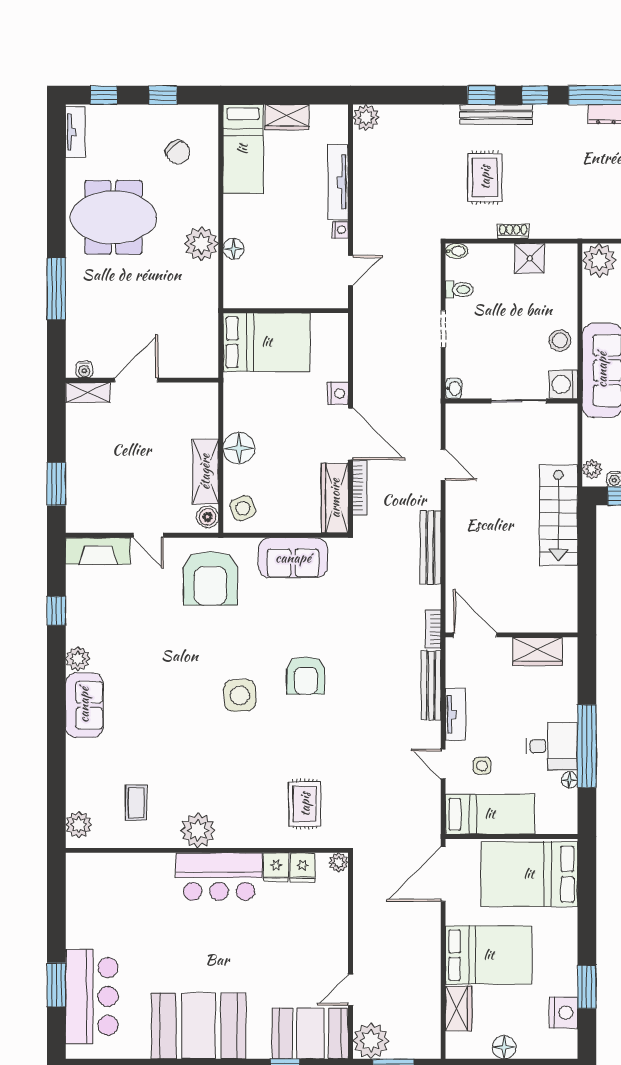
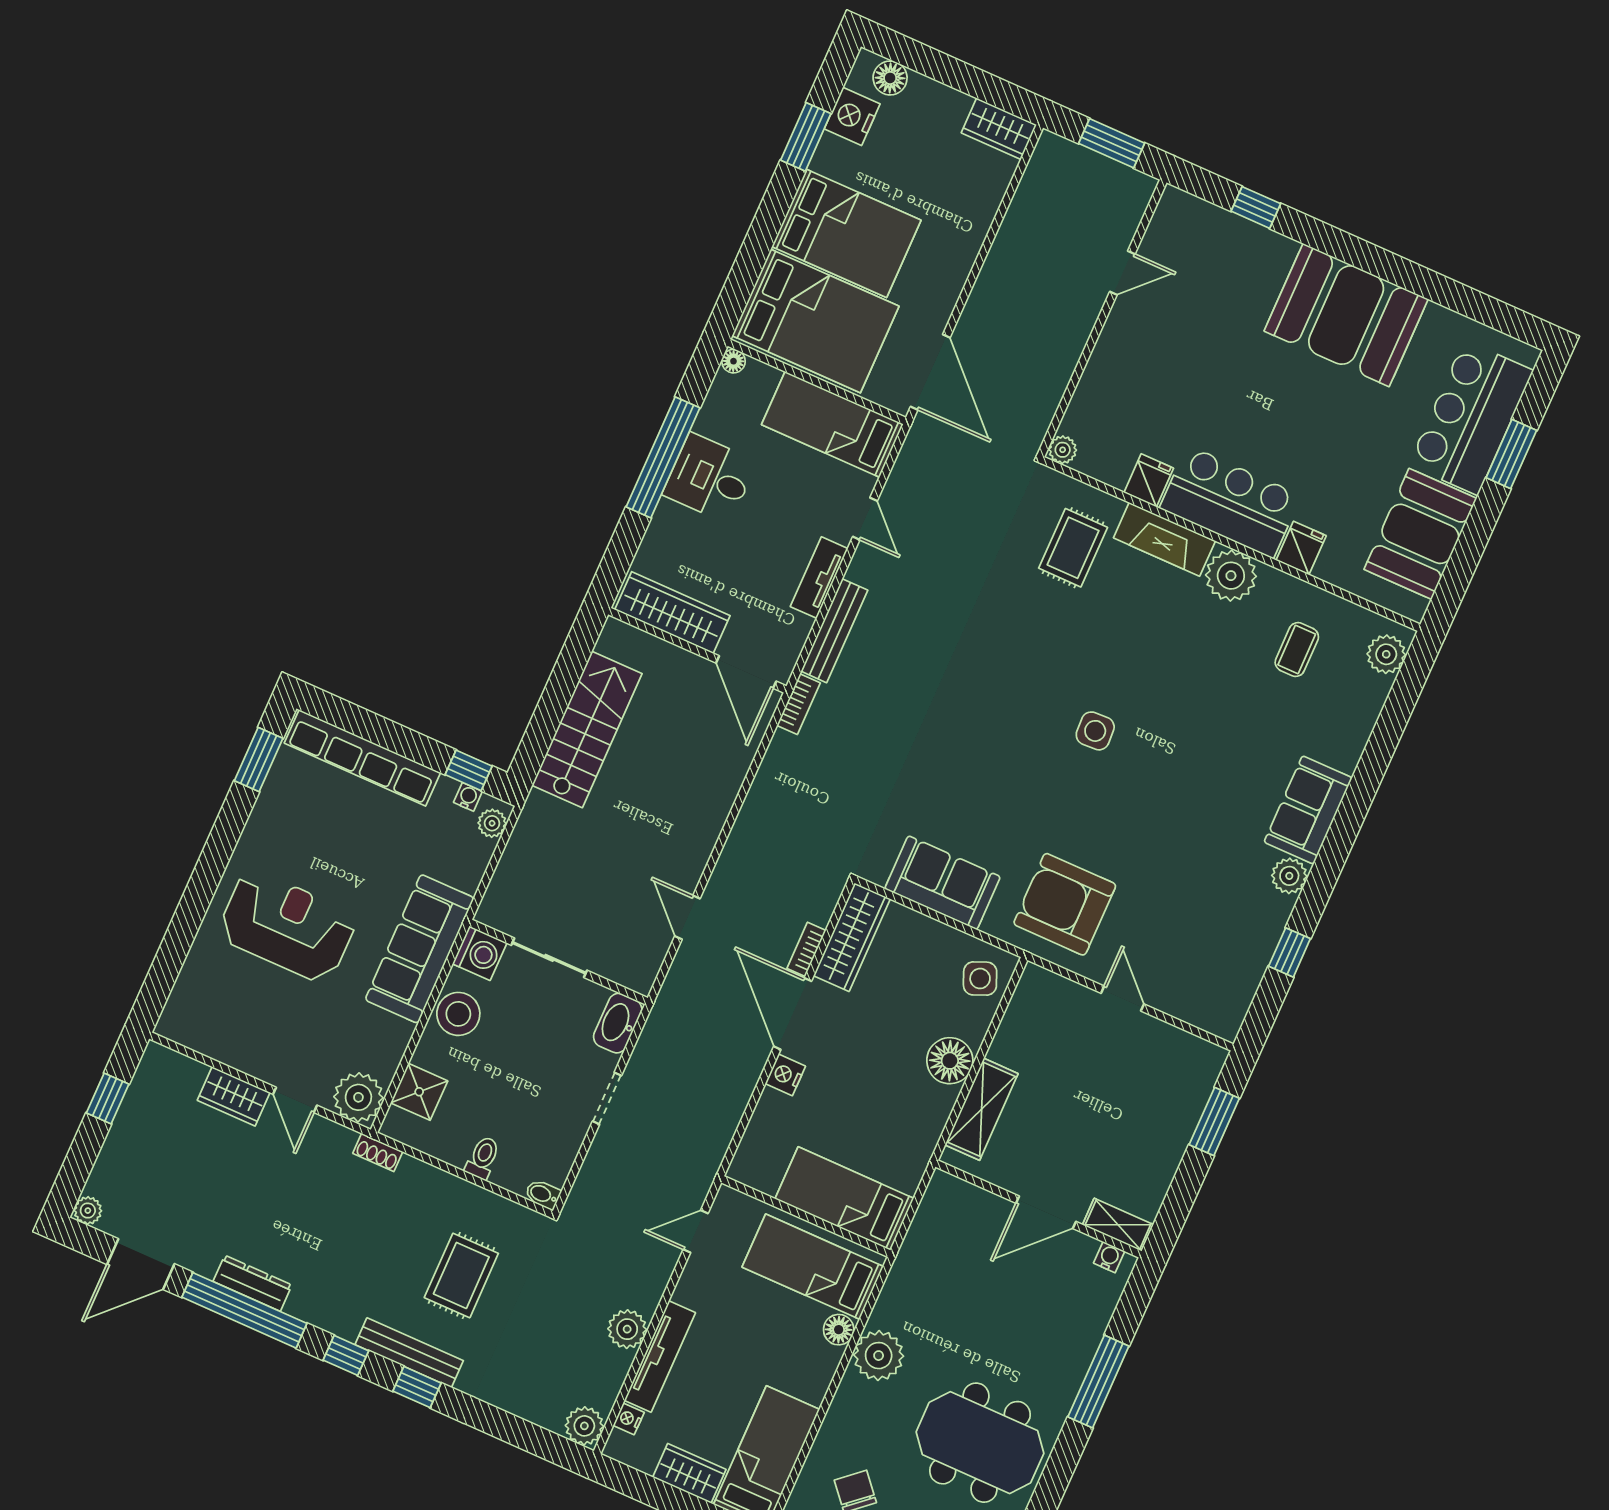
nightstand: (340, 230) -> (629, 1419), moved
shoe rack: (513, 231) -> (378, 1152), moved
shower: (530, 258) -> (419, 1092), moved
bed: (267, 281) -> (813, 1267), added
toilet: (459, 290) -> (483, 1158), moved, turned 90
stool: (560, 340) -> (458, 1014), width x1.38, depth x1.38
bed: (267, 342) -> (844, 1199), width x0.67
washbasin: (454, 388) -> (618, 1023), width x1.91, depth x1.45
shelving: (205, 472) -> (982, 1109), moved
bookcase: (360, 488) -> (806, 949), width x0.64
stairs: (559, 515) -> (587, 729), moved
boiler: (208, 517) -> (1032, 988), removed
bench: (431, 547) -> (753, 815), removed
fireplace: (98, 551) -> (1164, 539), moved, turned 180
armchair: (210, 578) -> (1065, 904), turned -90
wardrobe: (538, 652) -> (672, 613), width x1.50
armchair: (306, 675) -> (996, 718), removed
side table: (240, 695) -> (1095, 731), width x0.73, depth x0.73
side table: (482, 766) -> (814, 494), removed
floor lamp: (570, 780) -> (733, 361), moved
fridge: (303, 867) -> (1301, 548), moved
door: (443, 874) -> (930, 372), hinge flipped
bed: (489, 955) -> (846, 233), moved, turned 180
wardrobe: (459, 1009) -> (999, 129), moved, turned -90
booth: (310, 1033) -> (1420, 534), moved, turned 90
plant: (371, 1041) -> (627, 1329), moved, width x0.73, depth x0.73
floor lamp: (504, 1047) -> (890, 78), moved

